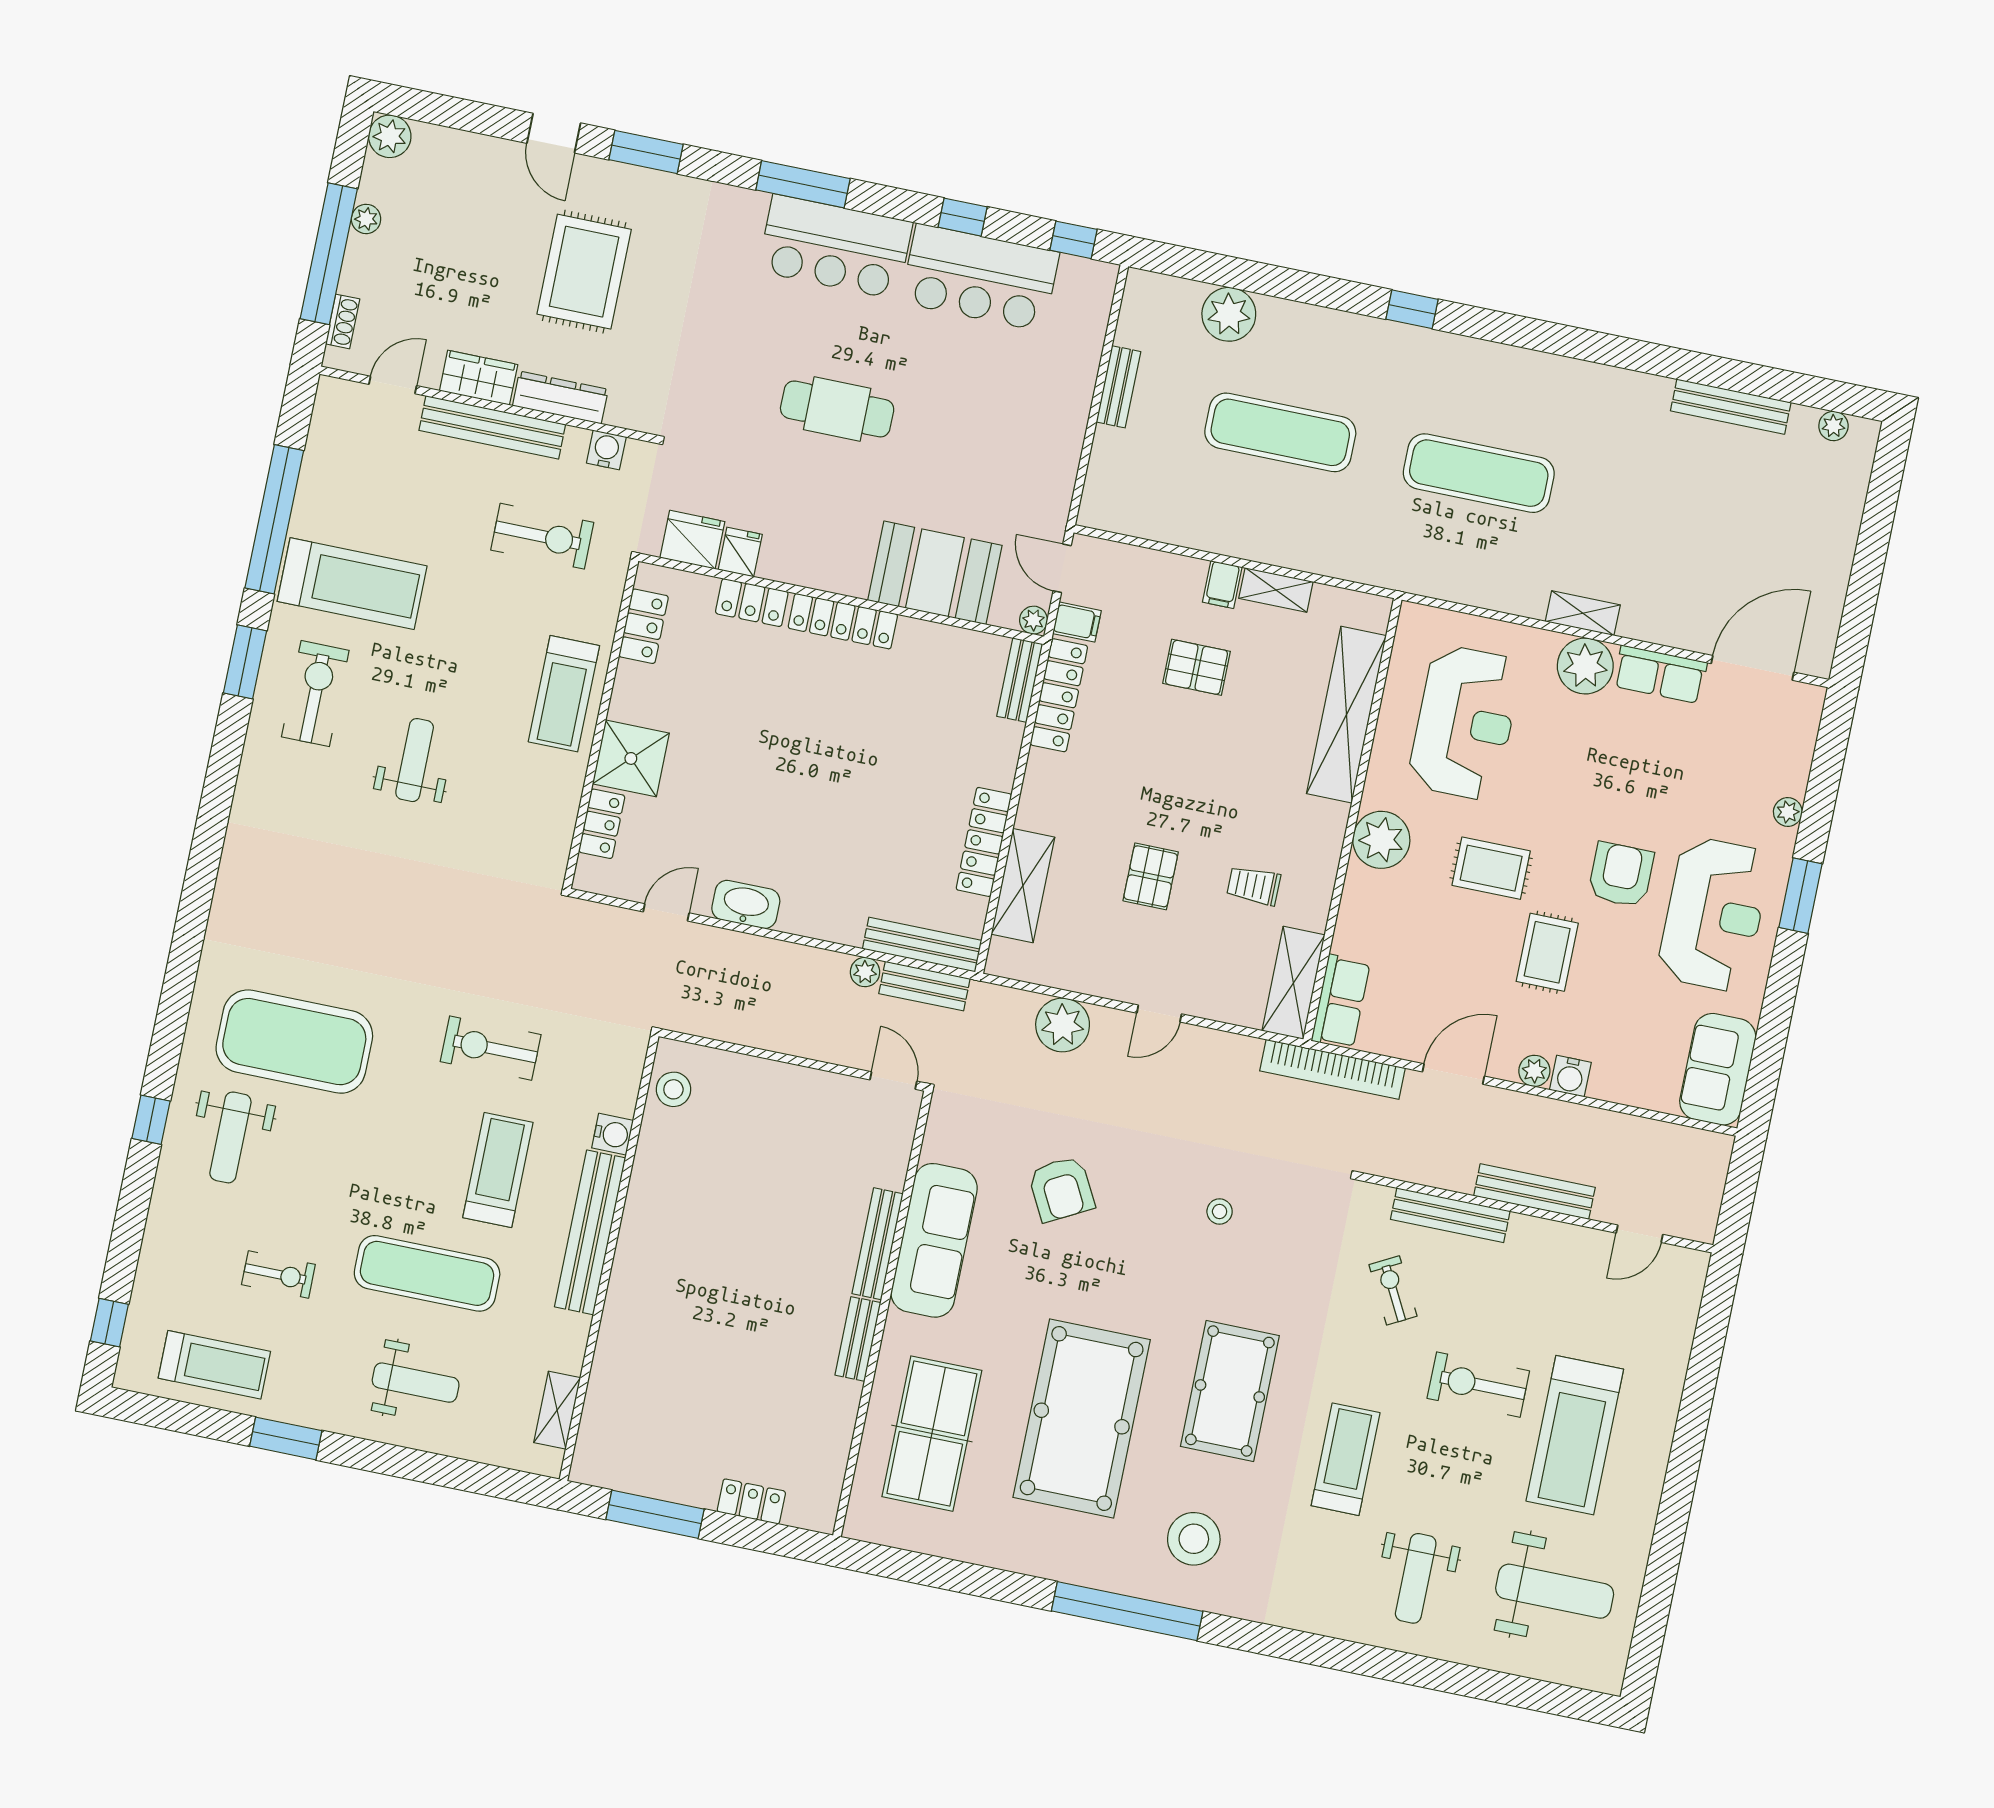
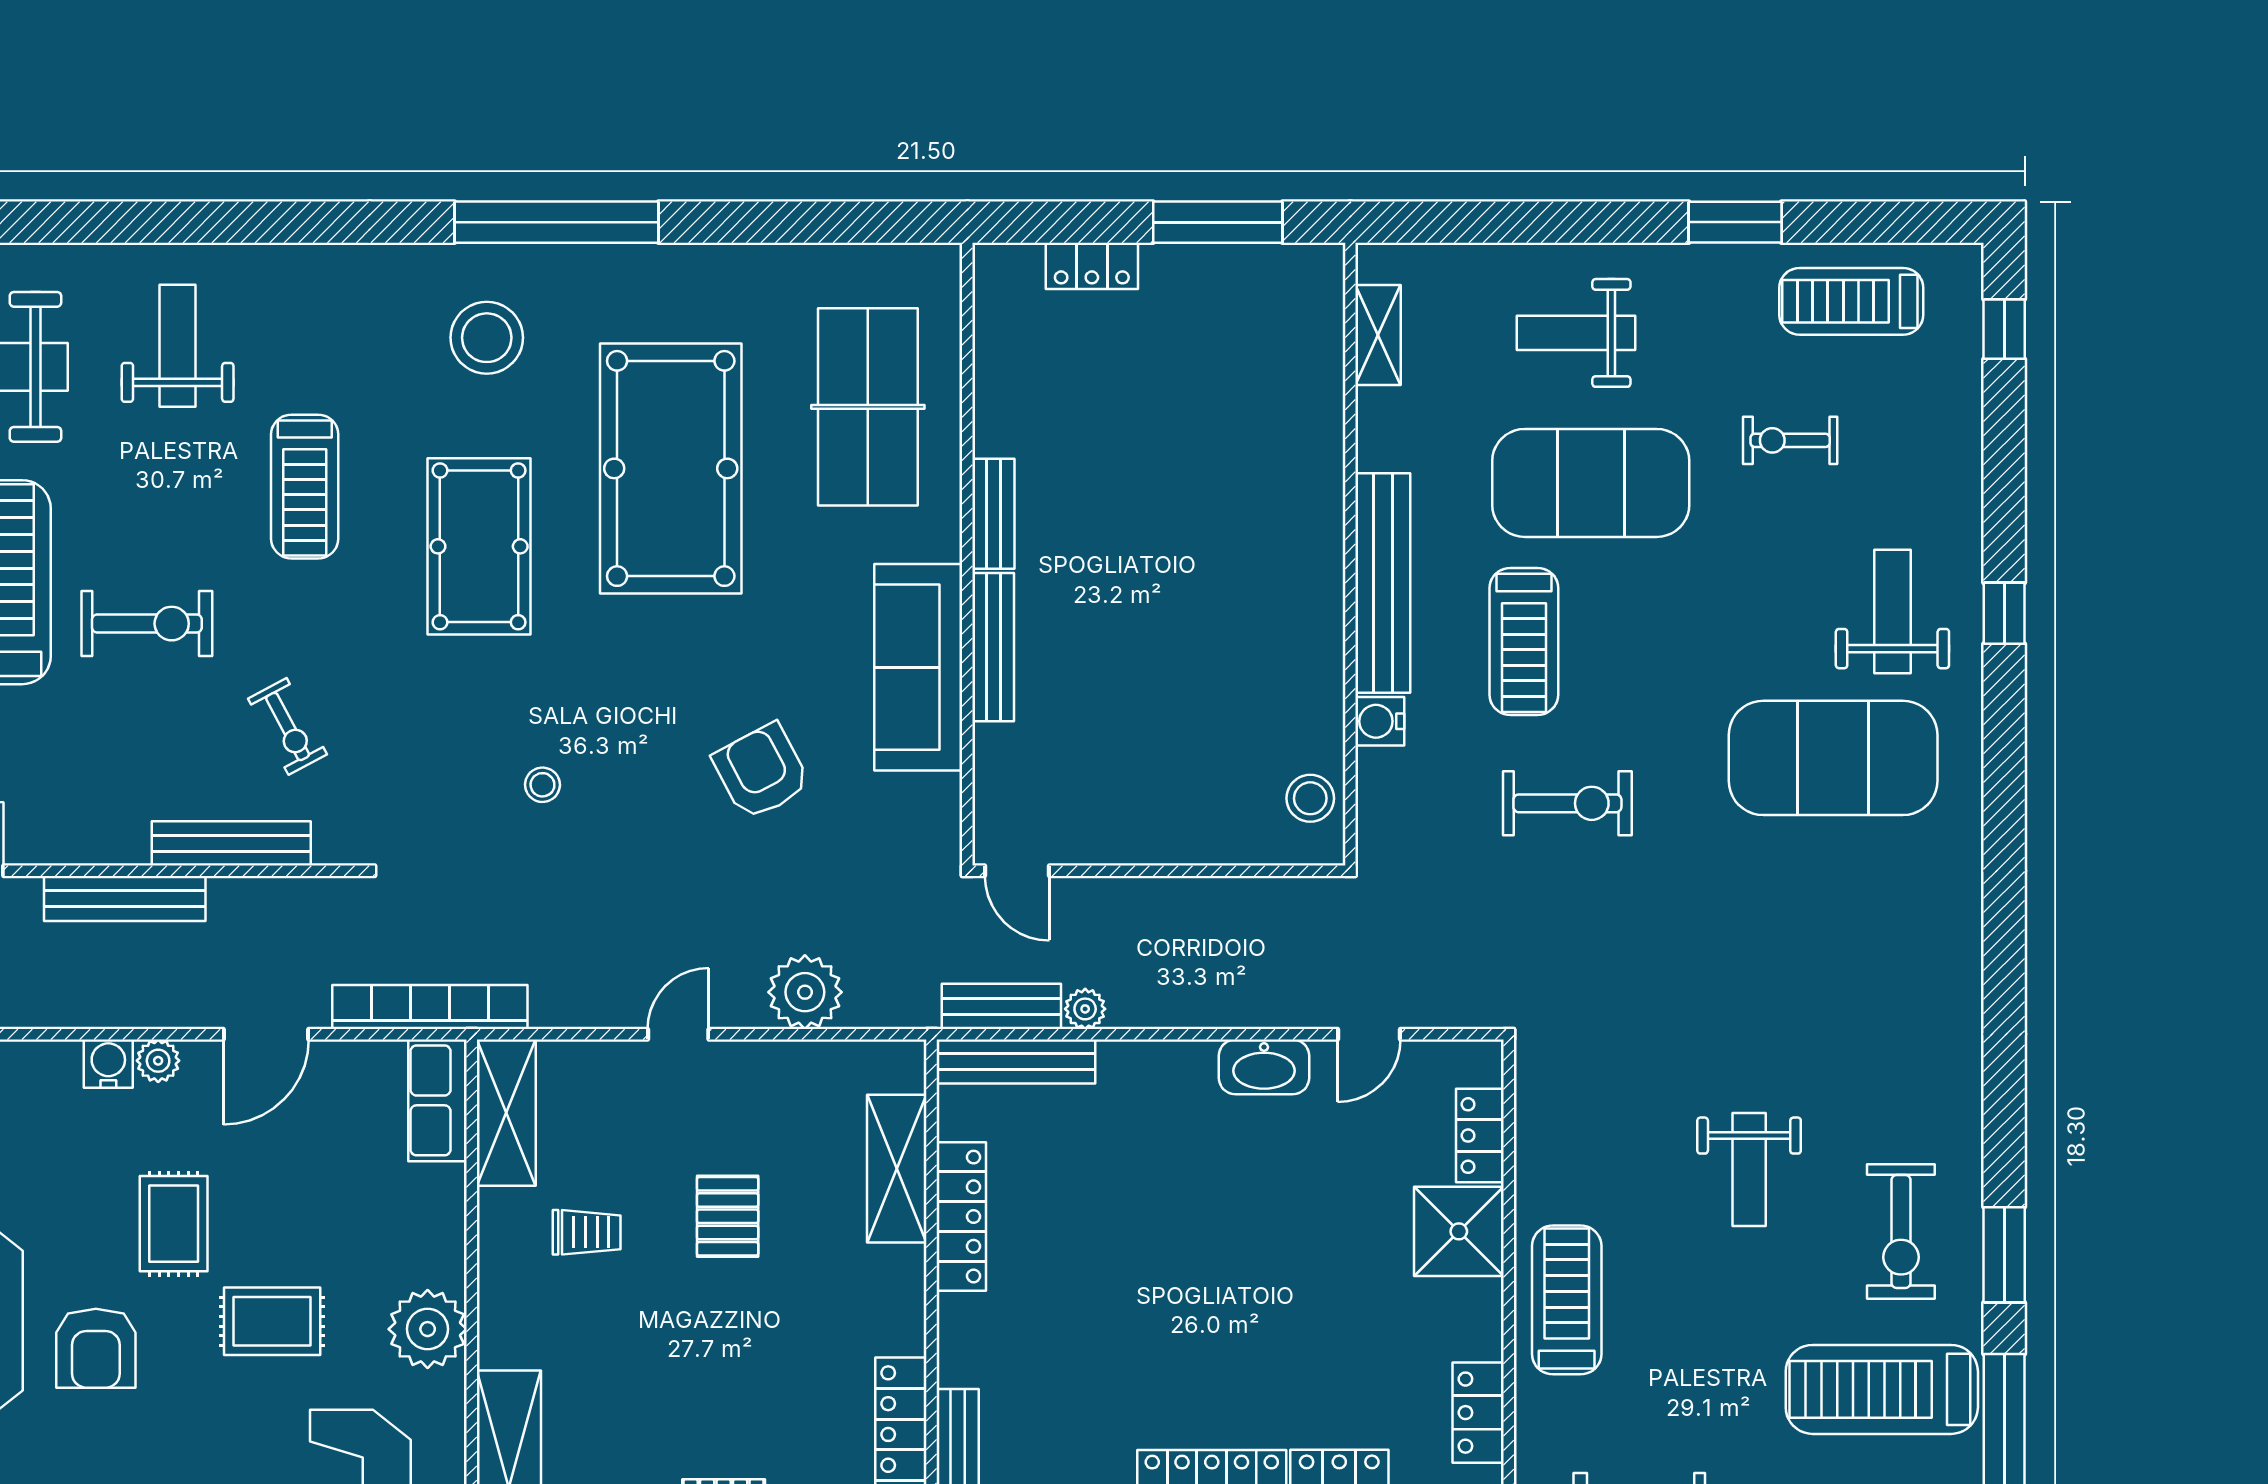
exercise mat: (427, 1273) -> (1591, 483), width x1.47

